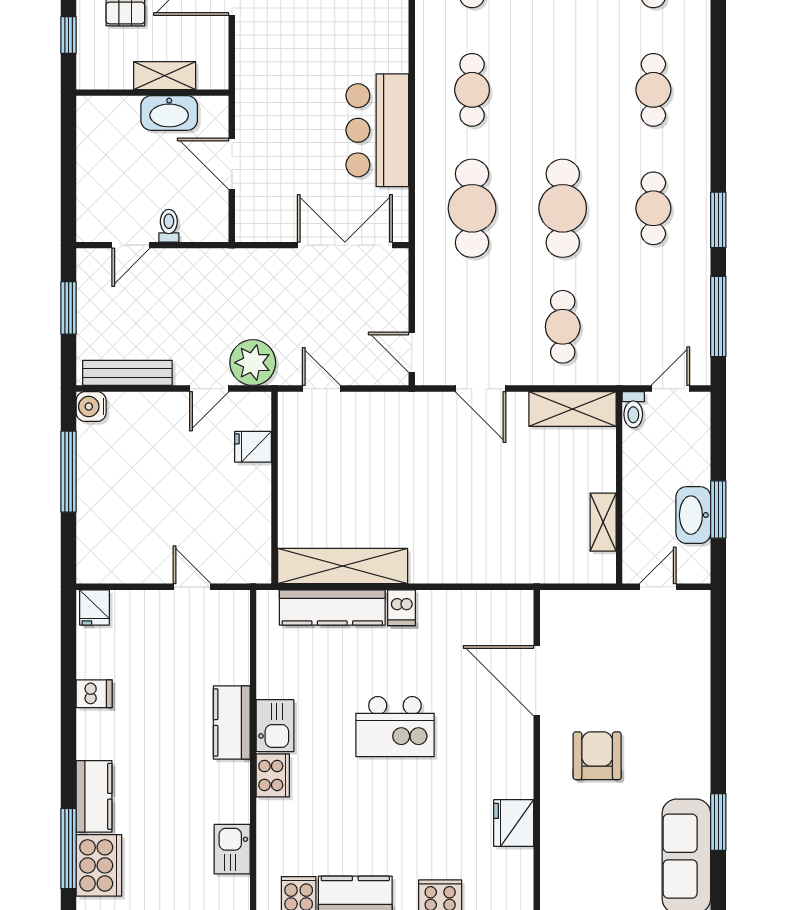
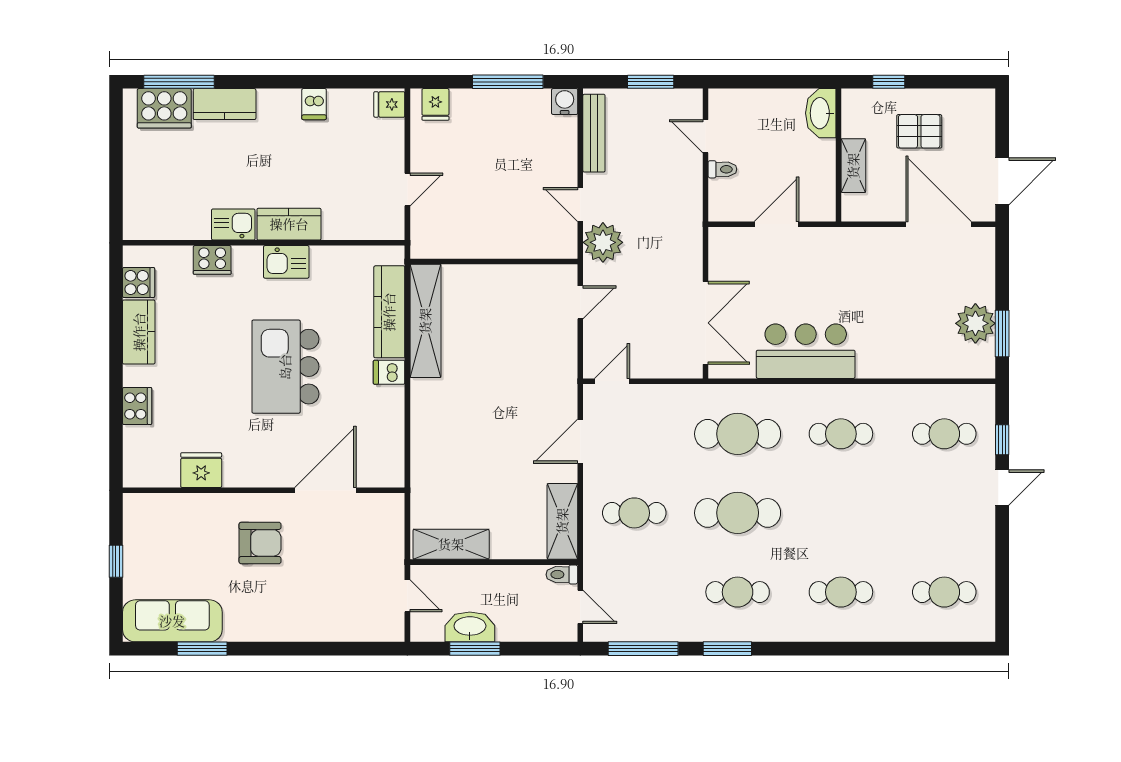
washbasin: (169, 113) -> (821, 113), moved
fridge: (253, 447) -> (435, 104), moved, turned 180
shelving: (603, 522) -> (451, 544), width x1.50, depth x1.33
kitchen island: (395, 727) -> (285, 367), width x1.37, depth x1.28
cooker: (273, 775) -> (212, 260), moved
kitchen sink: (232, 849) -> (233, 224), moved

